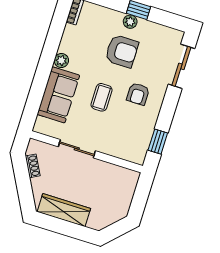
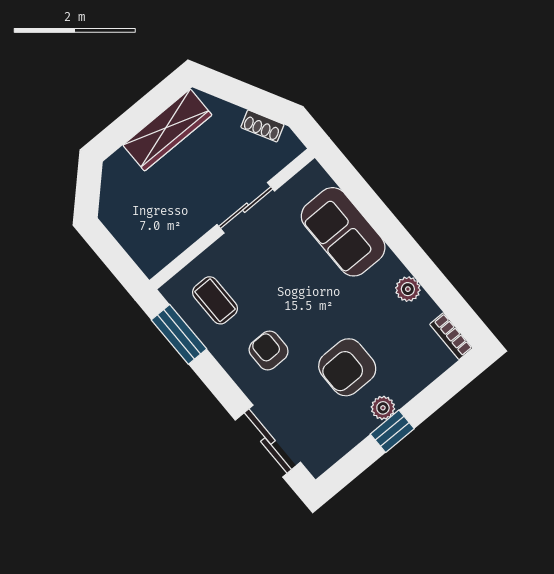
plant: (61, 61) -> (408, 289), moved
coffee table: (102, 97) -> (215, 300), moved
window: (158, 142) -> (179, 334), width x1.50

